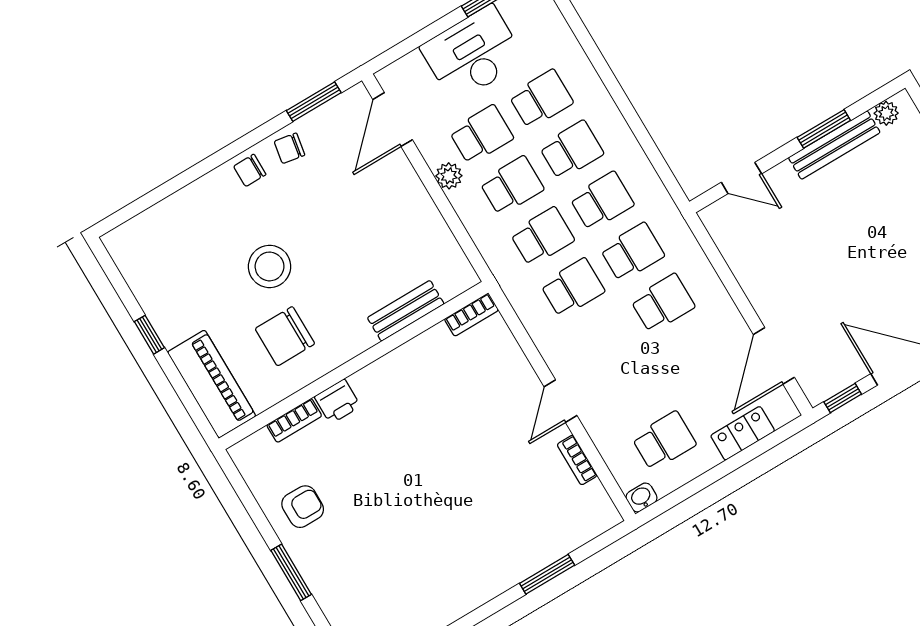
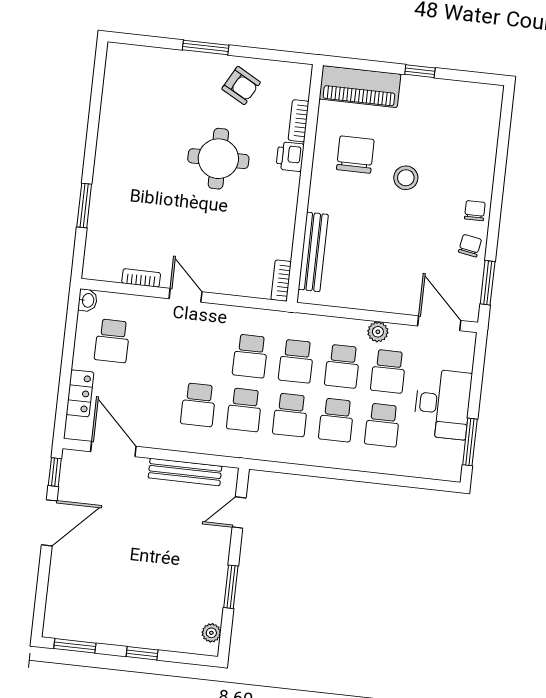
bench: (834, 145) -> (185, 472), moved, turned 90
stool: (270, 266) -> (406, 178), width x0.73, depth x0.73
bench: (406, 311) -> (313, 252), width x1.36
round table: (395, 473) -> (218, 159), added
armchair: (303, 507) -> (241, 86), turned -61

